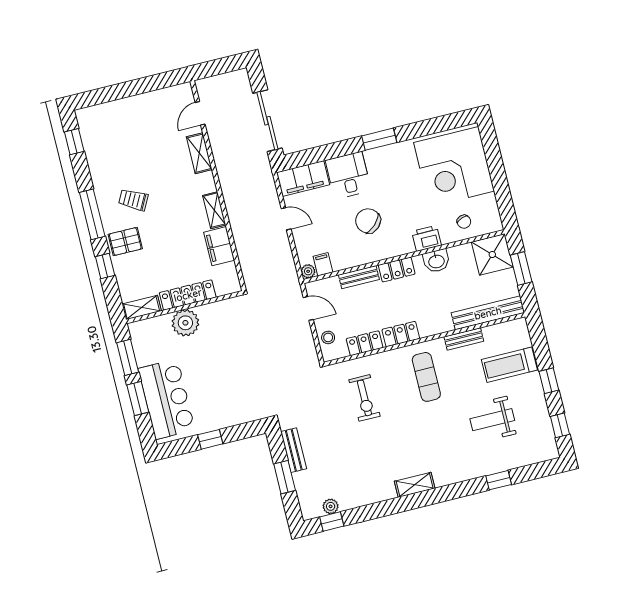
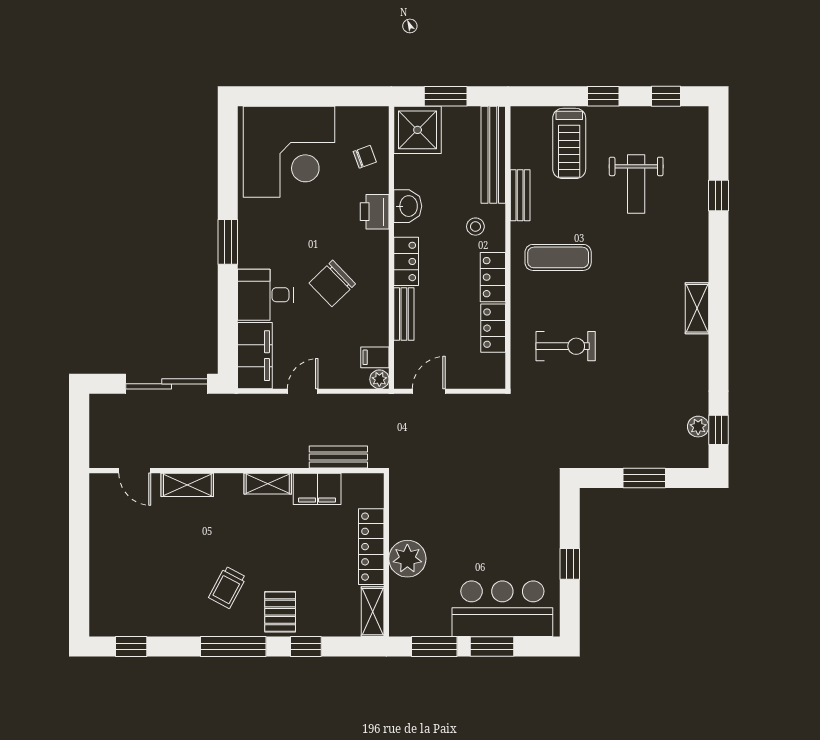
stool: (328, 337) -> (475, 227), moved
bench: (294, 450) -> (338, 457), moved

